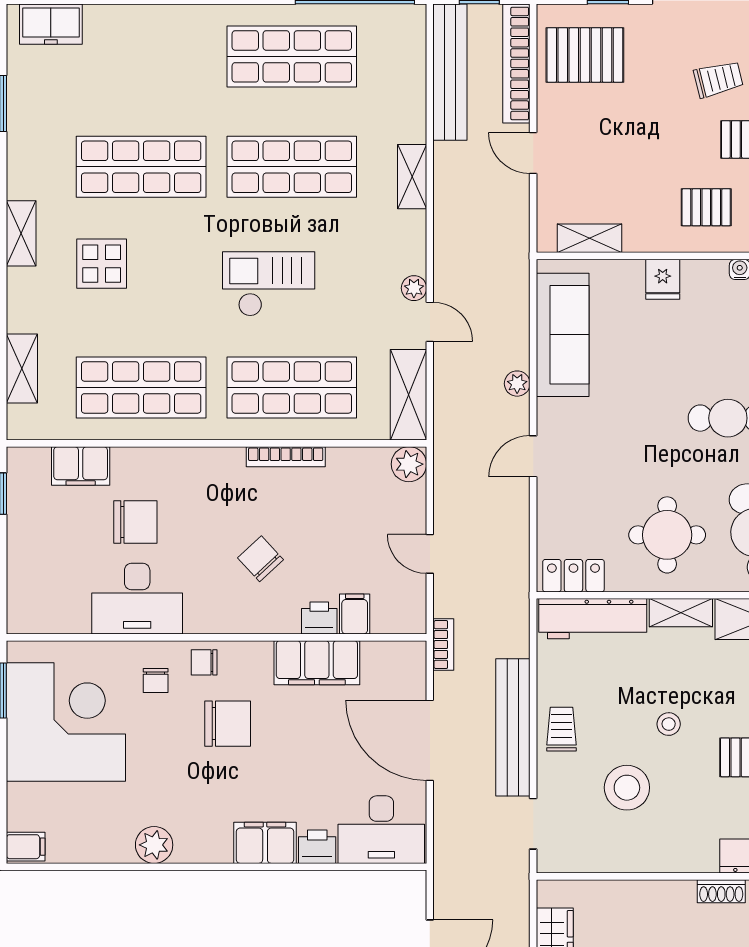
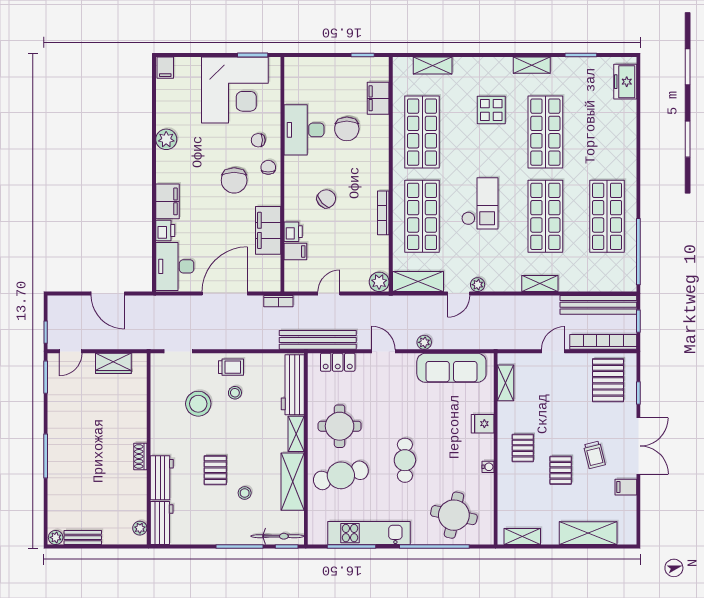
shelving: (21, 233) -> (532, 65), moved
locker: (573, 576) -> (338, 362), moved, turned 90
stool: (669, 724) -> (235, 393), moved
bench: (513, 727) -> (318, 340), moved

